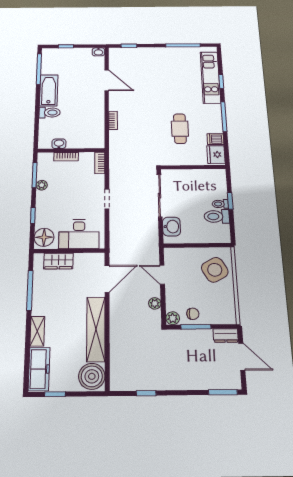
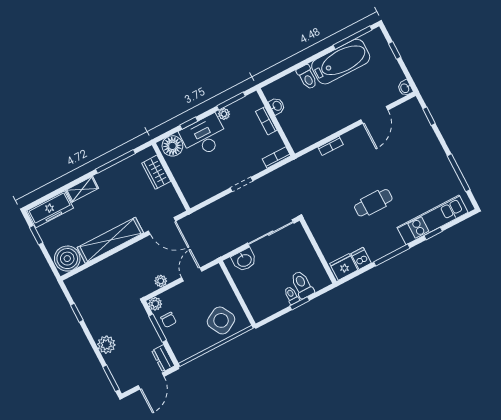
bathtub: (49, 90) -> (341, 62), width x1.36, depth x1.36
cafe table: (180, 129) -> (373, 203), moved
toilet: (217, 216) -> (302, 284), moved
desk: (79, 234) -> (204, 136), moved, turned 90
plant: (189, 381) -> (106, 345), added

